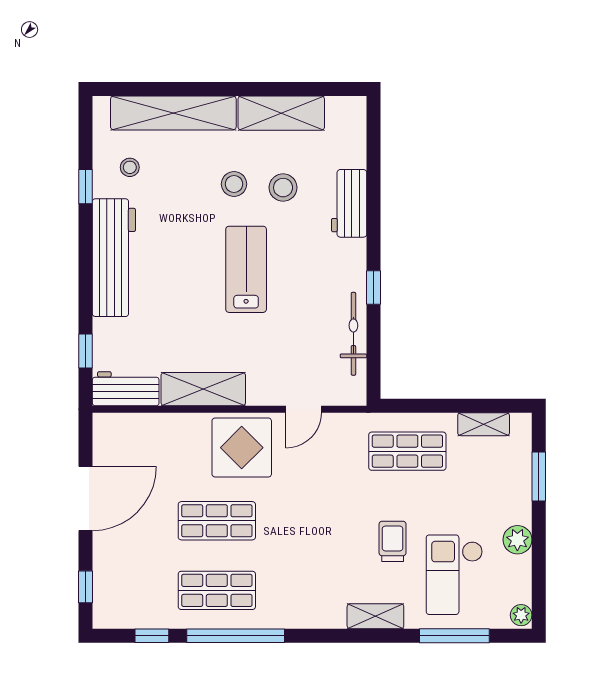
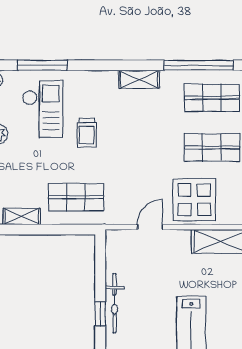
bicycle: (353, 334) -> (115, 303), moved
shelving: (375, 616) -> (139, 79), moved

